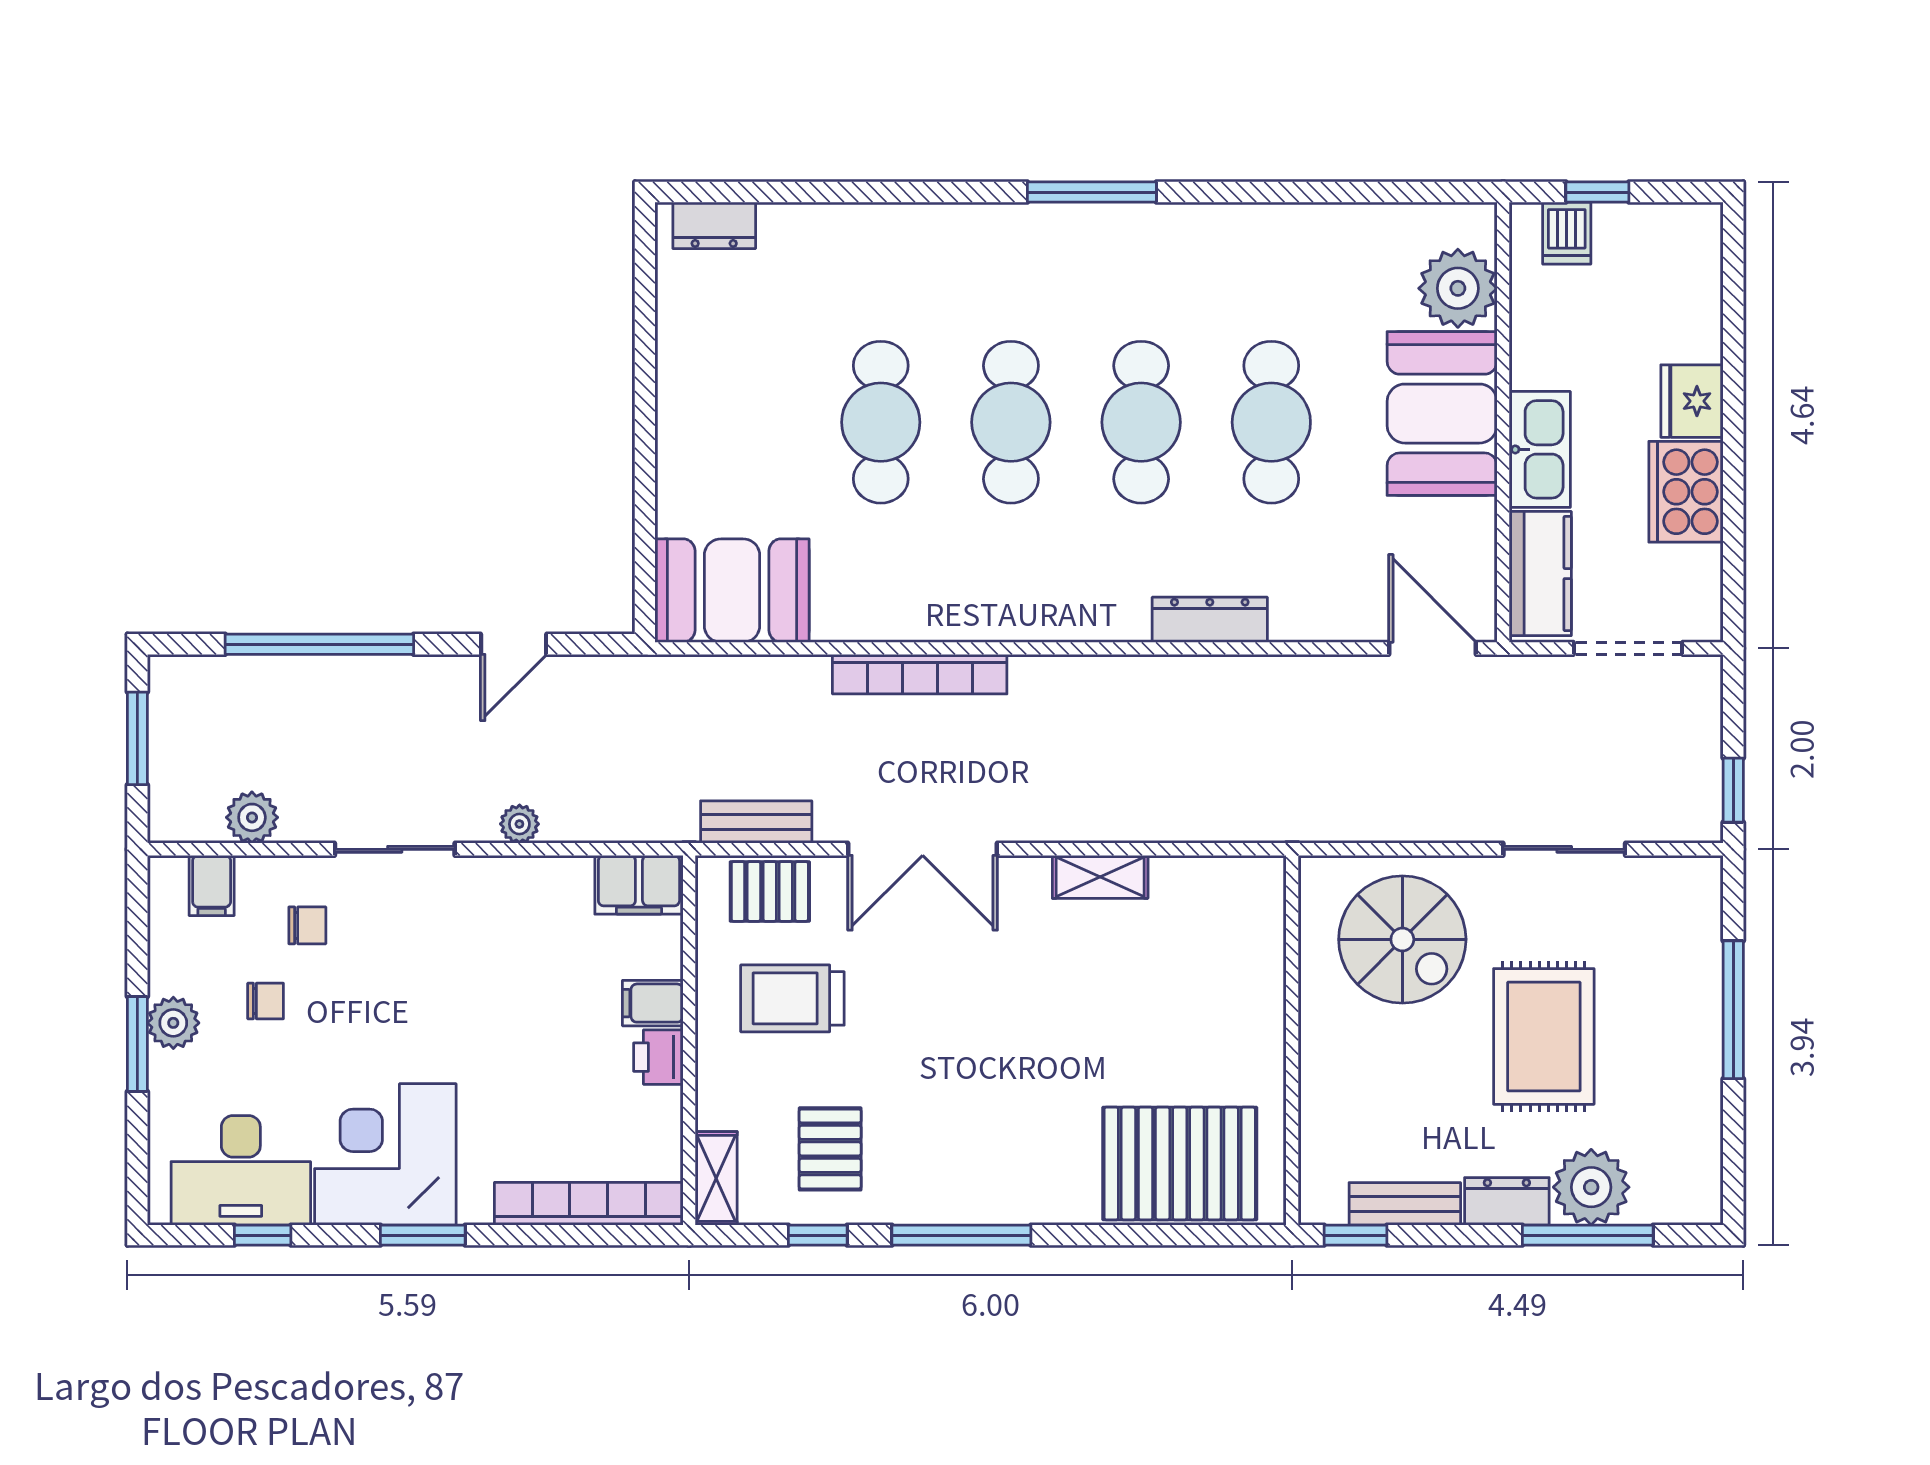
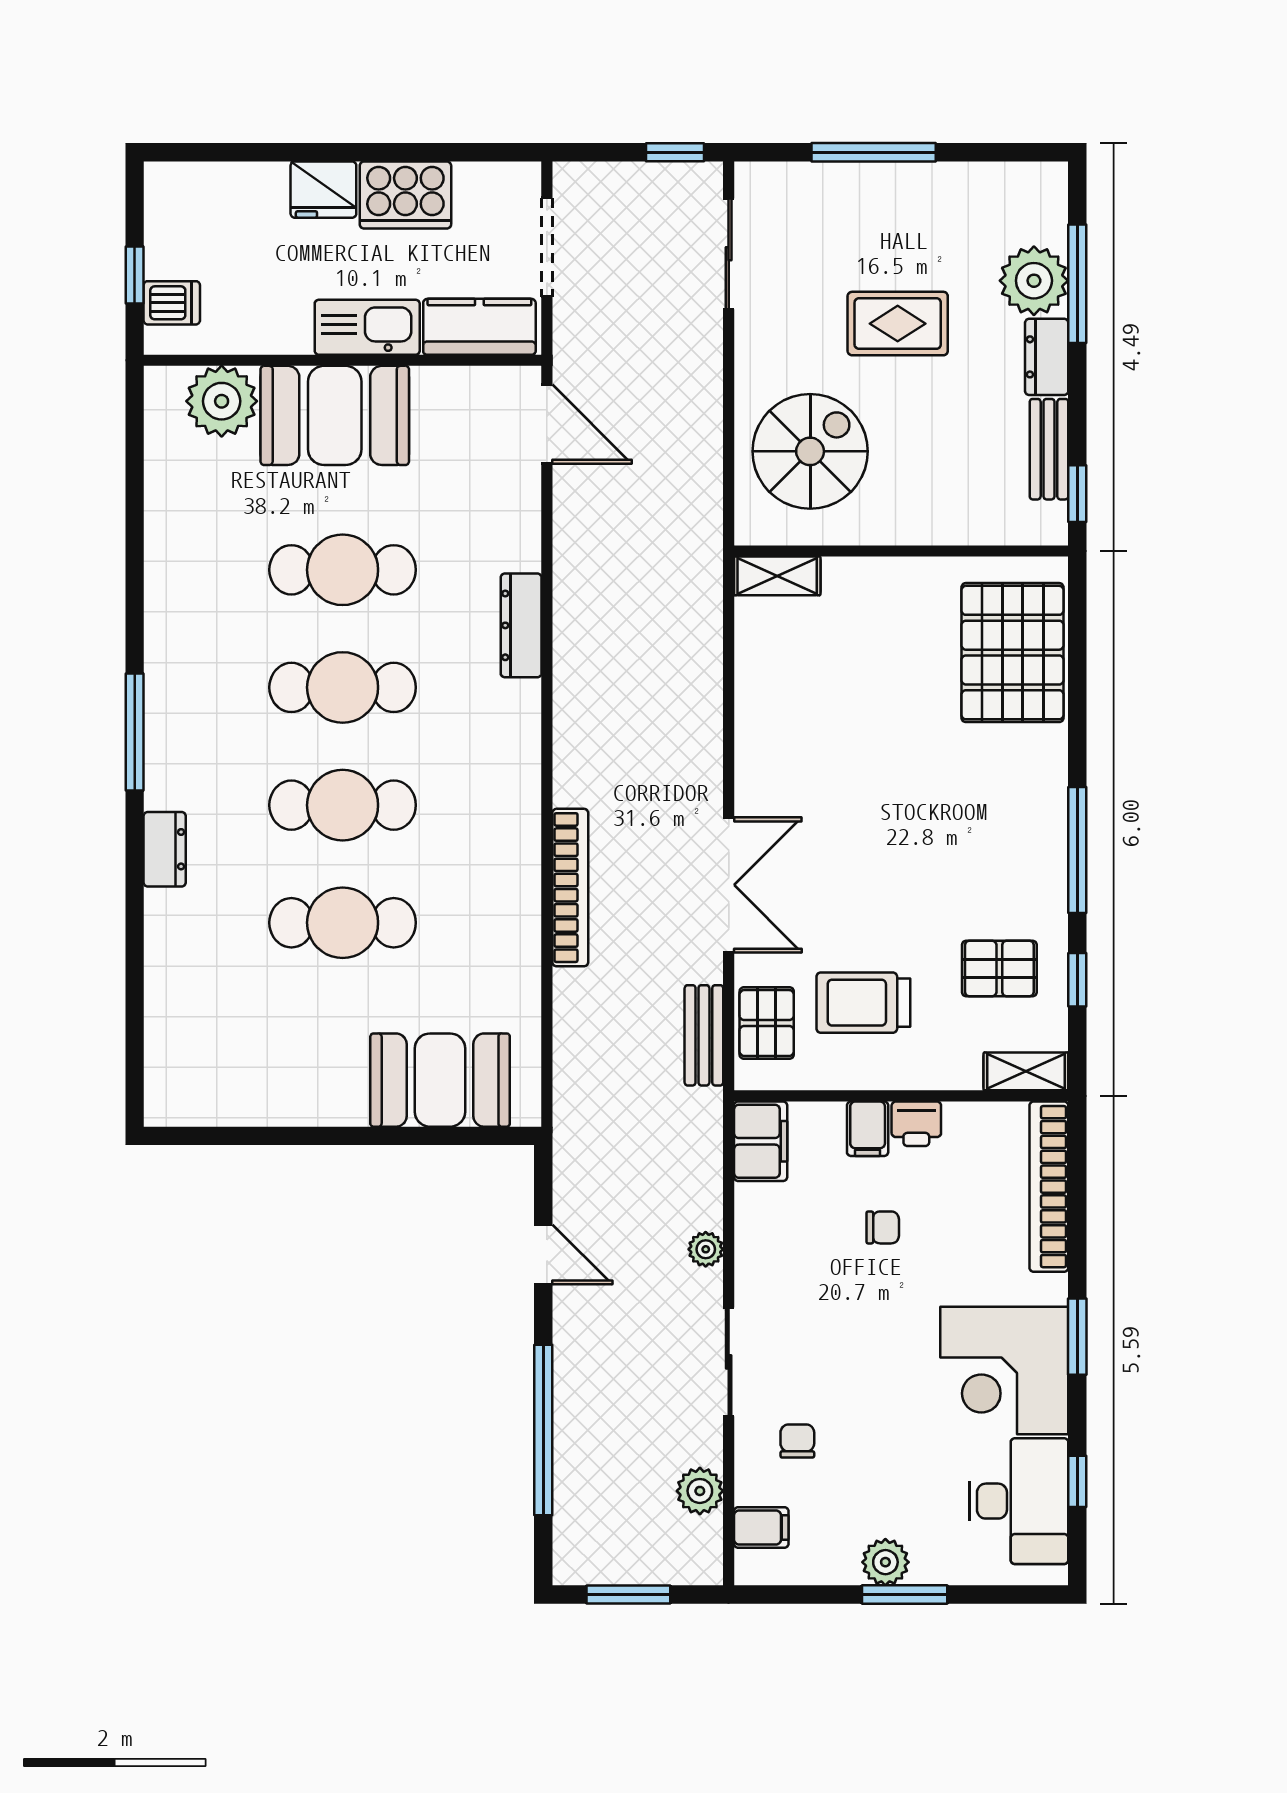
dresser: (714, 225) -> (165, 849), moved
booth: (732, 591) -> (440, 1080), moved, turned 90
door: (1432, 648) -> (547, 424), swing flipped
sliding door: (1564, 849) -> (729, 254), moved
shelving: (1100, 877) -> (777, 576), moved, turned 90
trolley: (792, 998) -> (863, 1003), turned 90
chair: (266, 1001) -> (883, 1227), moved, turned 90
rug: (1544, 1036) -> (898, 324), width x0.73, depth x0.70

